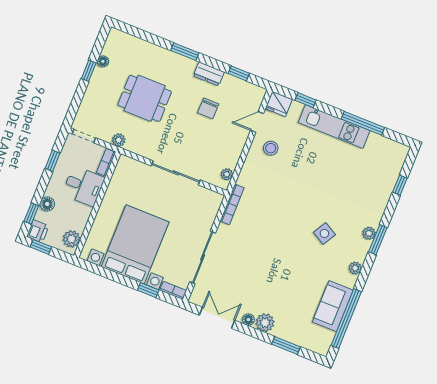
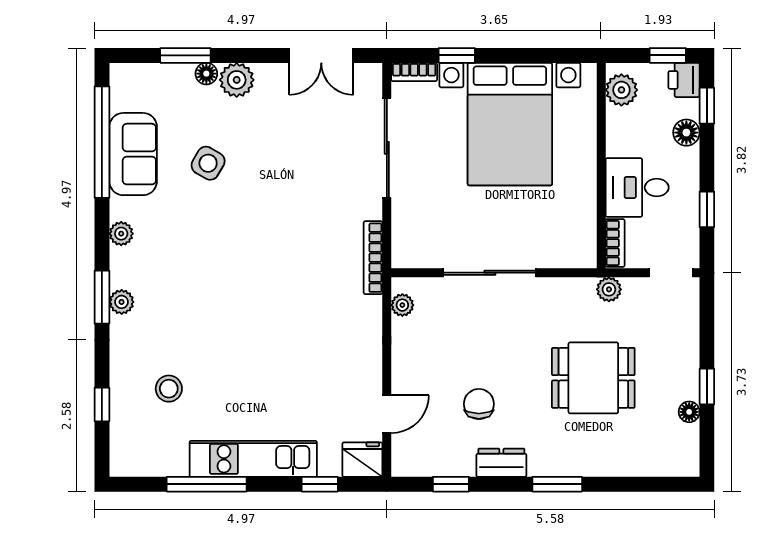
stool: (271, 148) -> (169, 389), moved
side table: (324, 233) -> (208, 163), moved
floor lamp: (248, 320) -> (206, 74), moved

